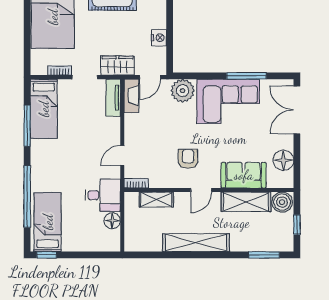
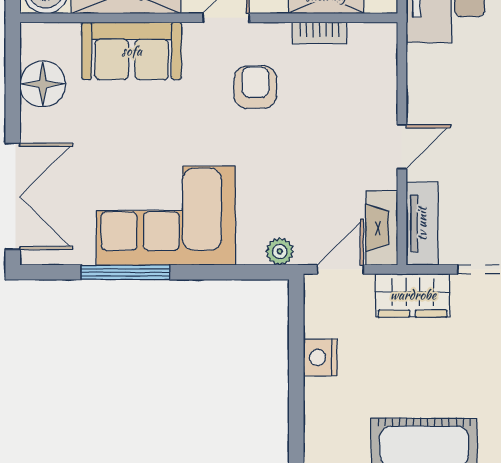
plant: (183, 91) -> (280, 251), width x0.53, depth x0.53
door: (122, 156) -> (402, 147), moved
armchair: (188, 159) -> (255, 87), turned 180
bookcase: (136, 183) -> (319, 33), moved

